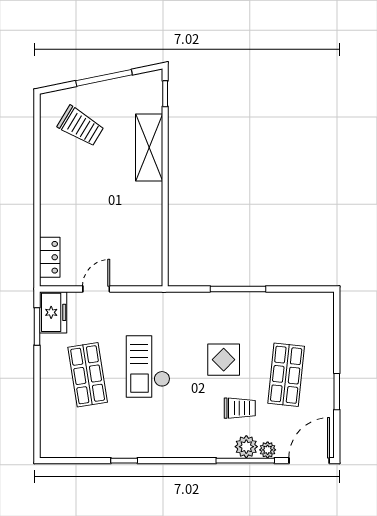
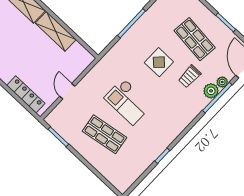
shelving: (150, 214) -> (56, 31), added
locker: (50, 257) -> (26, 94), width x1.53
freezer: (53, 312) -> (59, 123), removed
trolley: (240, 408) -> (190, 76), turned 180

